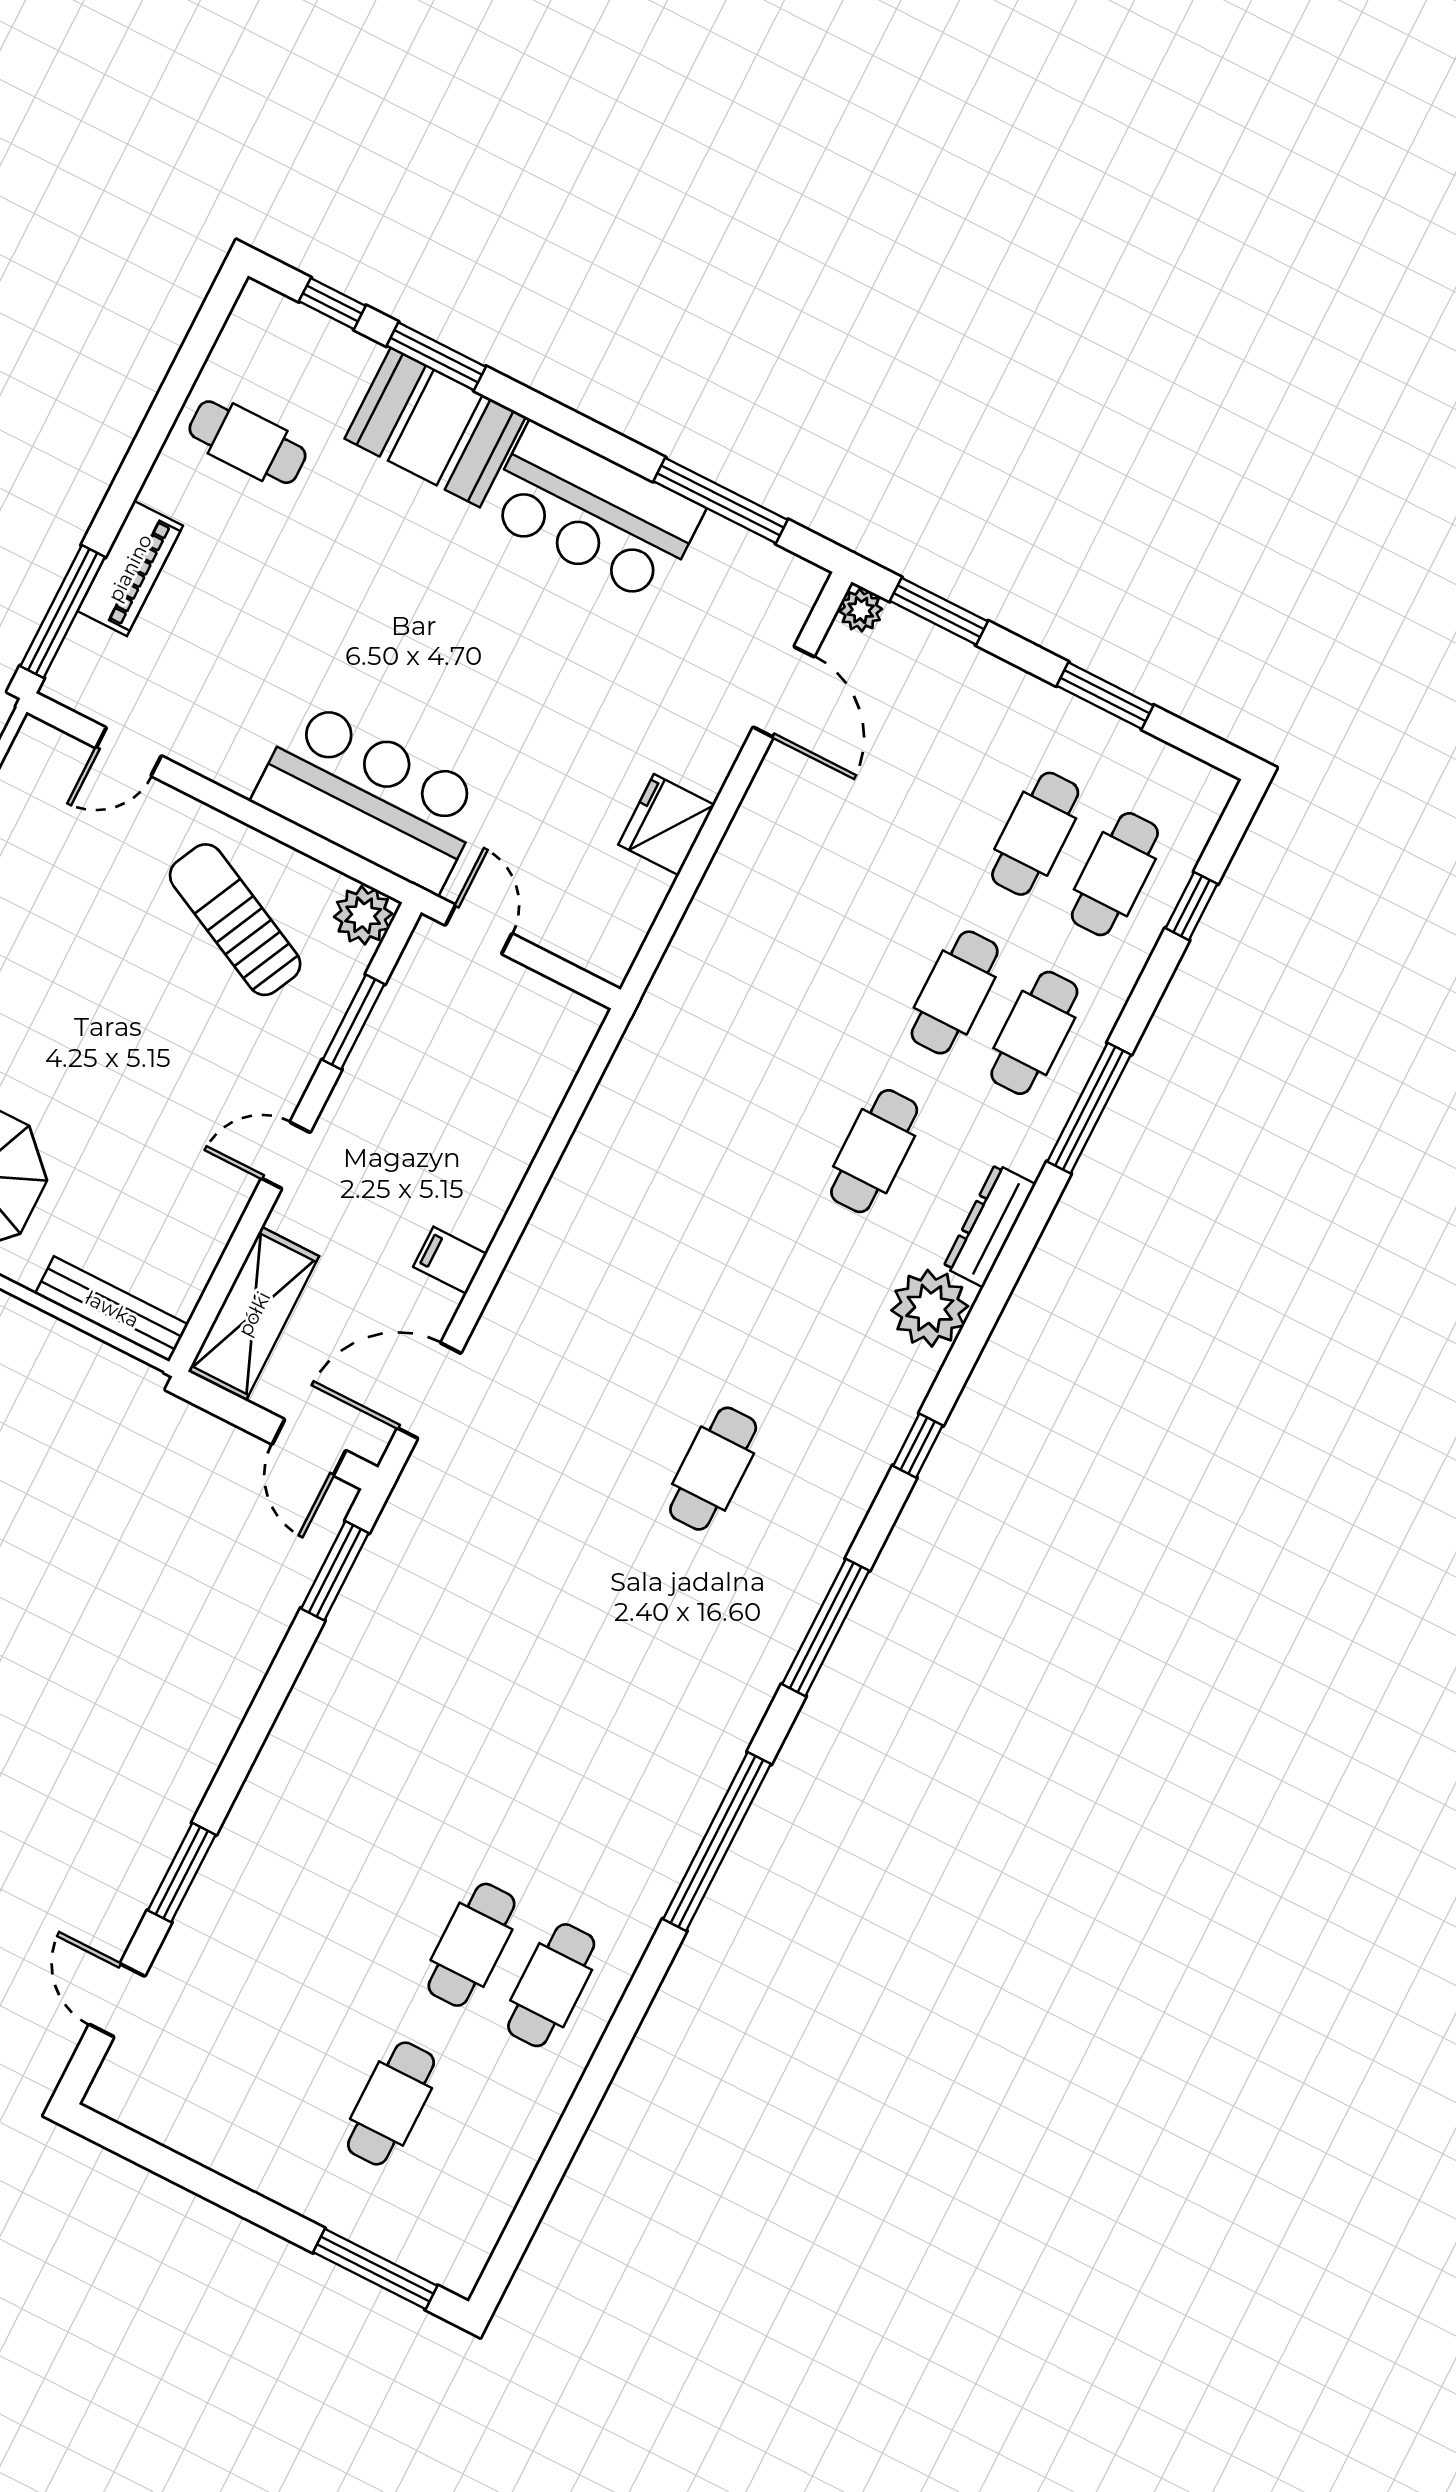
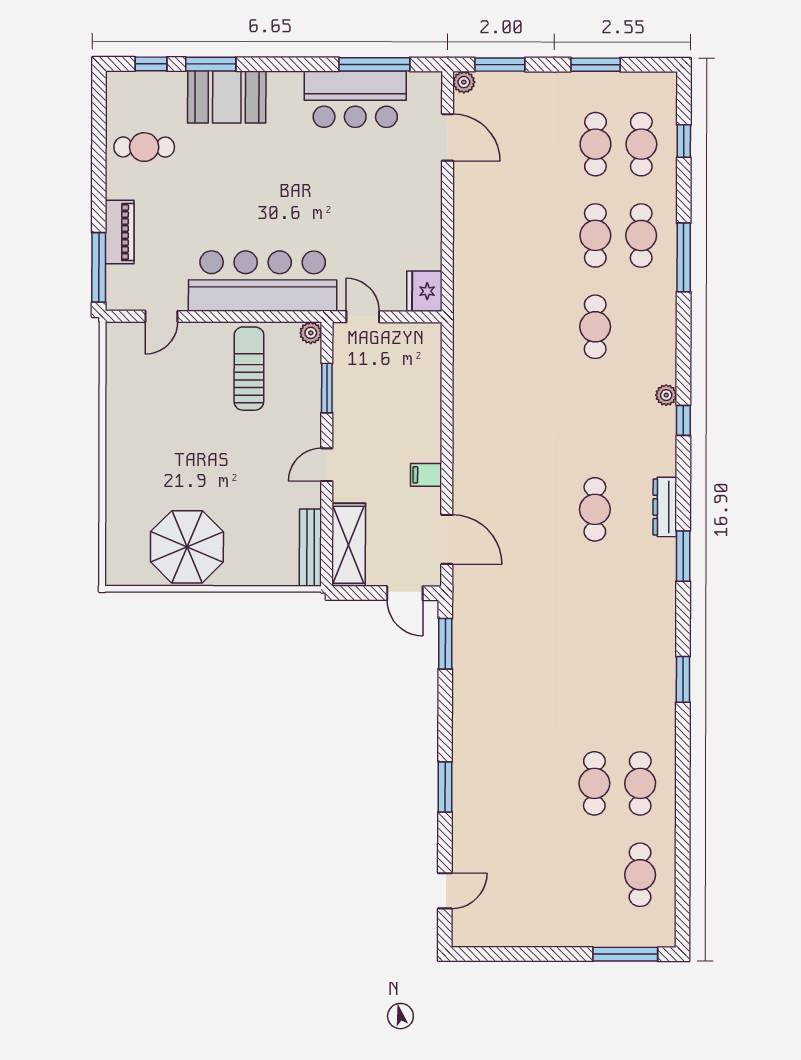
bar counter: (593, 512) -> (355, 99), moved
bar counter: (370, 797) -> (263, 281), width x1.36
fridge: (666, 825) -> (424, 291), moved
plant: (363, 915) -> (311, 333), width x0.73, depth x0.73
sun lounger: (235, 920) -> (249, 369), turned 64
dresser: (989, 1226) -> (665, 507), moved
plant: (930, 1308) -> (666, 395), width x0.53, depth x0.53
bench: (112, 1309) -> (310, 548), moved, turned 90
door: (429, 1391) -> (447, 539), swing flipped
window: (918, 1446) -> (683, 420), moved
window: (826, 1627) -> (683, 556), width x0.69
window: (717, 1842) -> (683, 679), width x0.47
window: (182, 1873) -> (445, 787), moved
door: (117, 2000) -> (445, 891), swing flipped
cafe table: (391, 2103) -> (640, 875), moved

